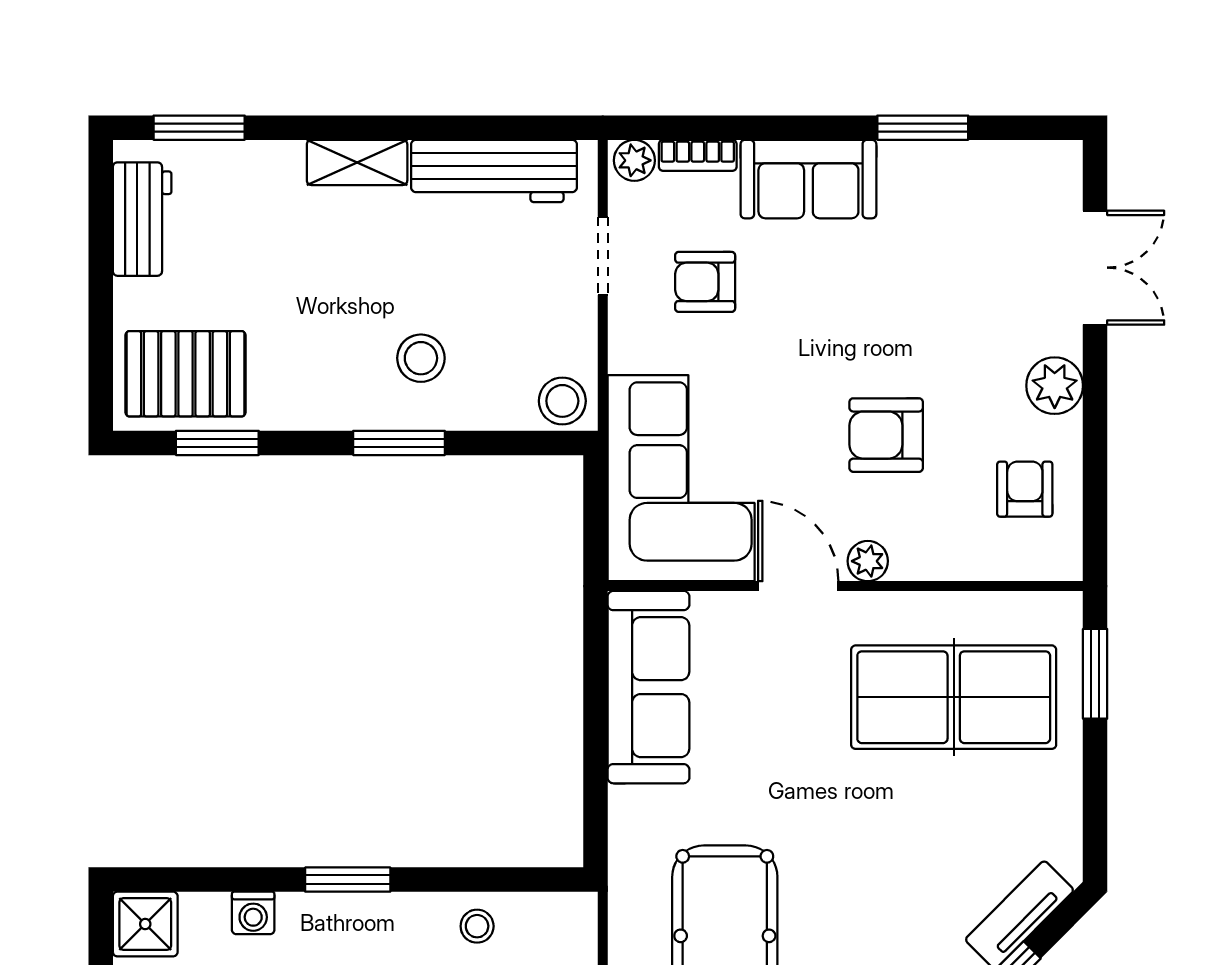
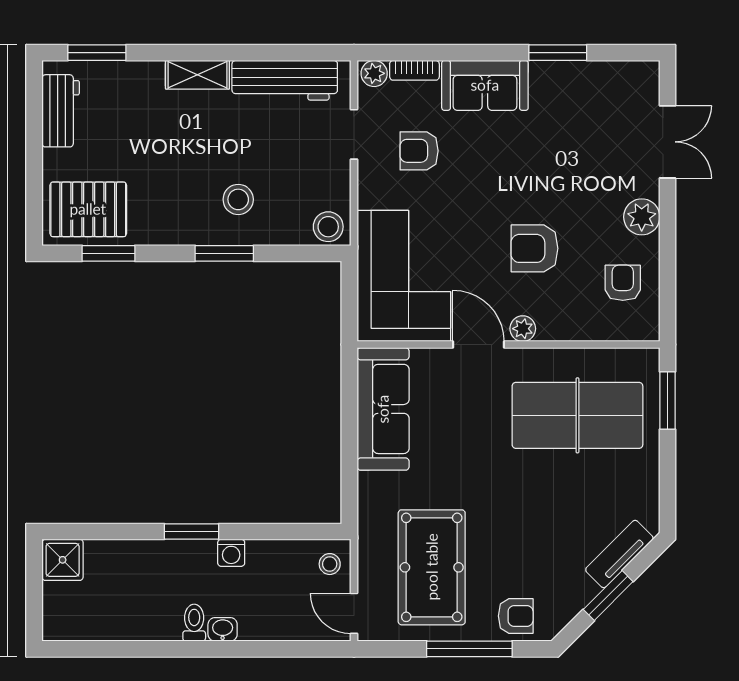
washing machine: (253, 913) -> (231, 553), moved
stool: (477, 926) -> (330, 564), moved

